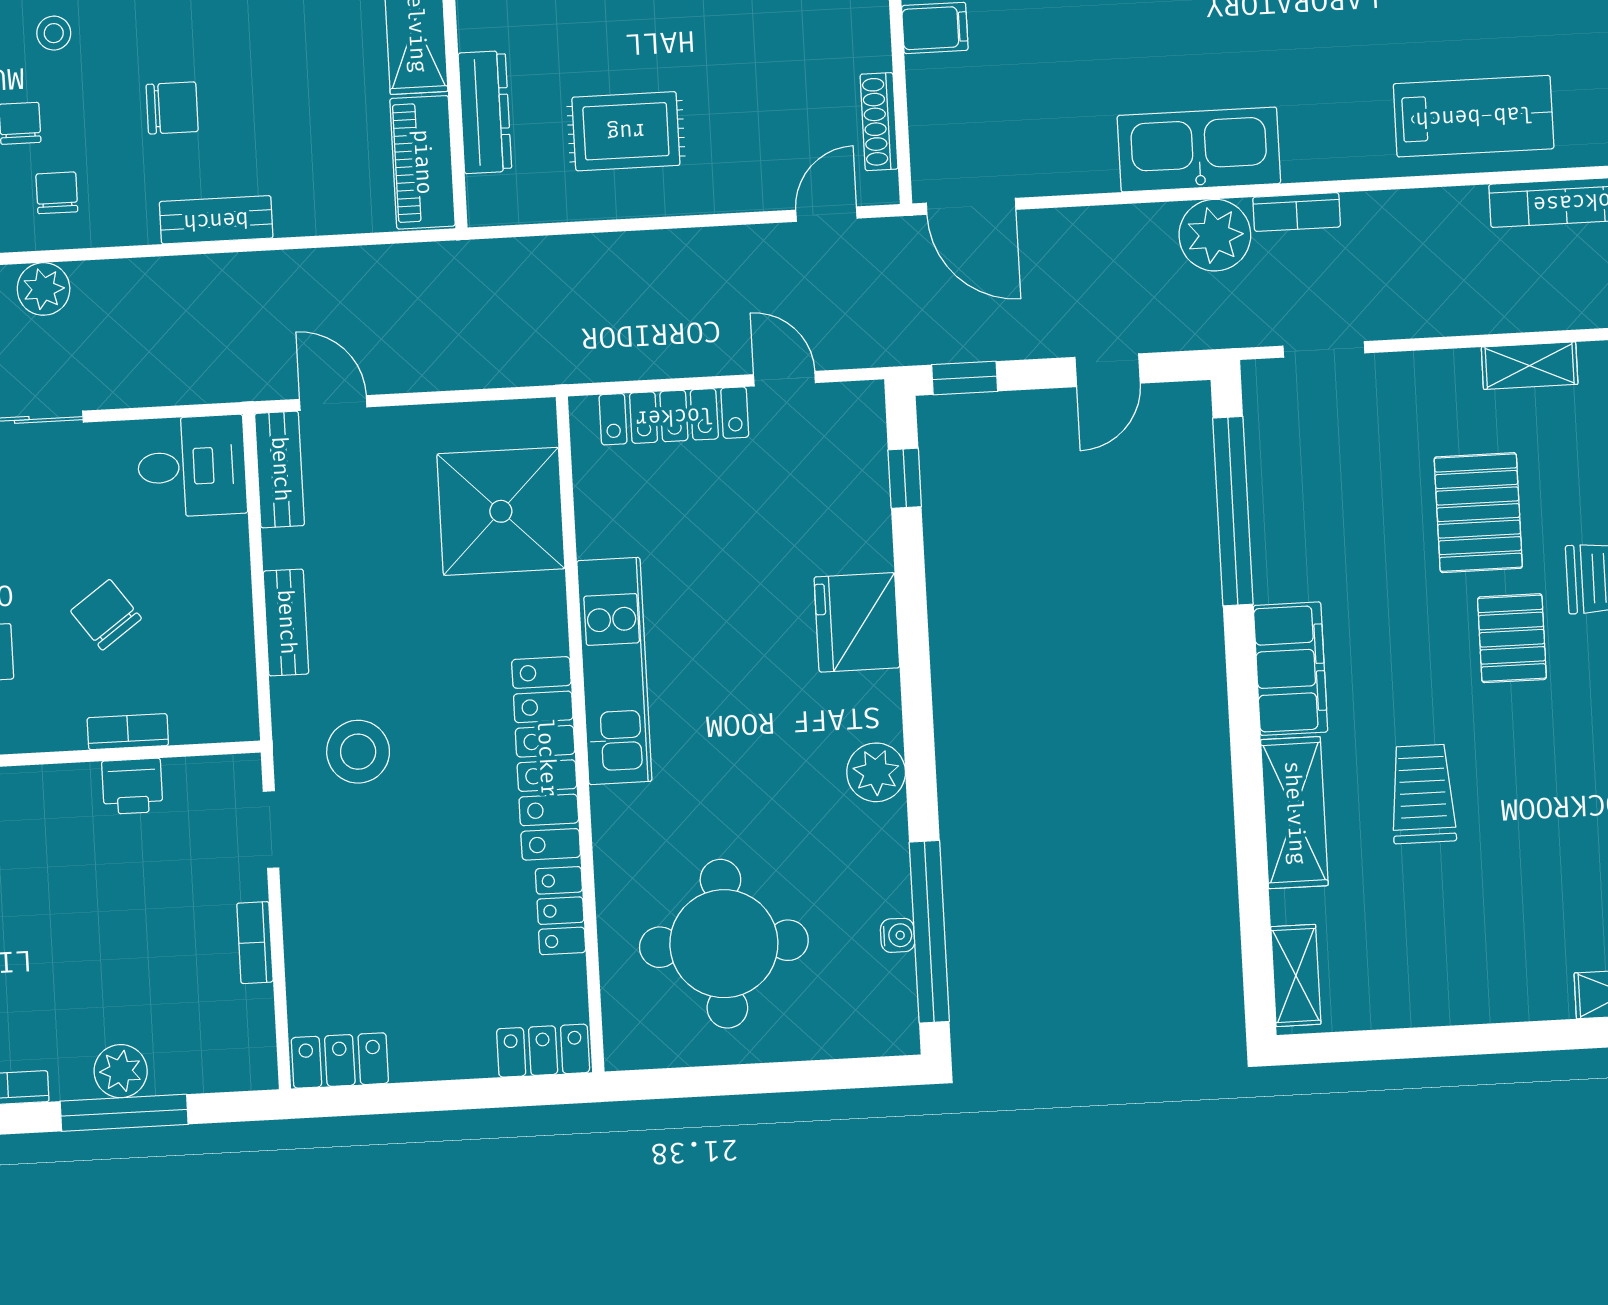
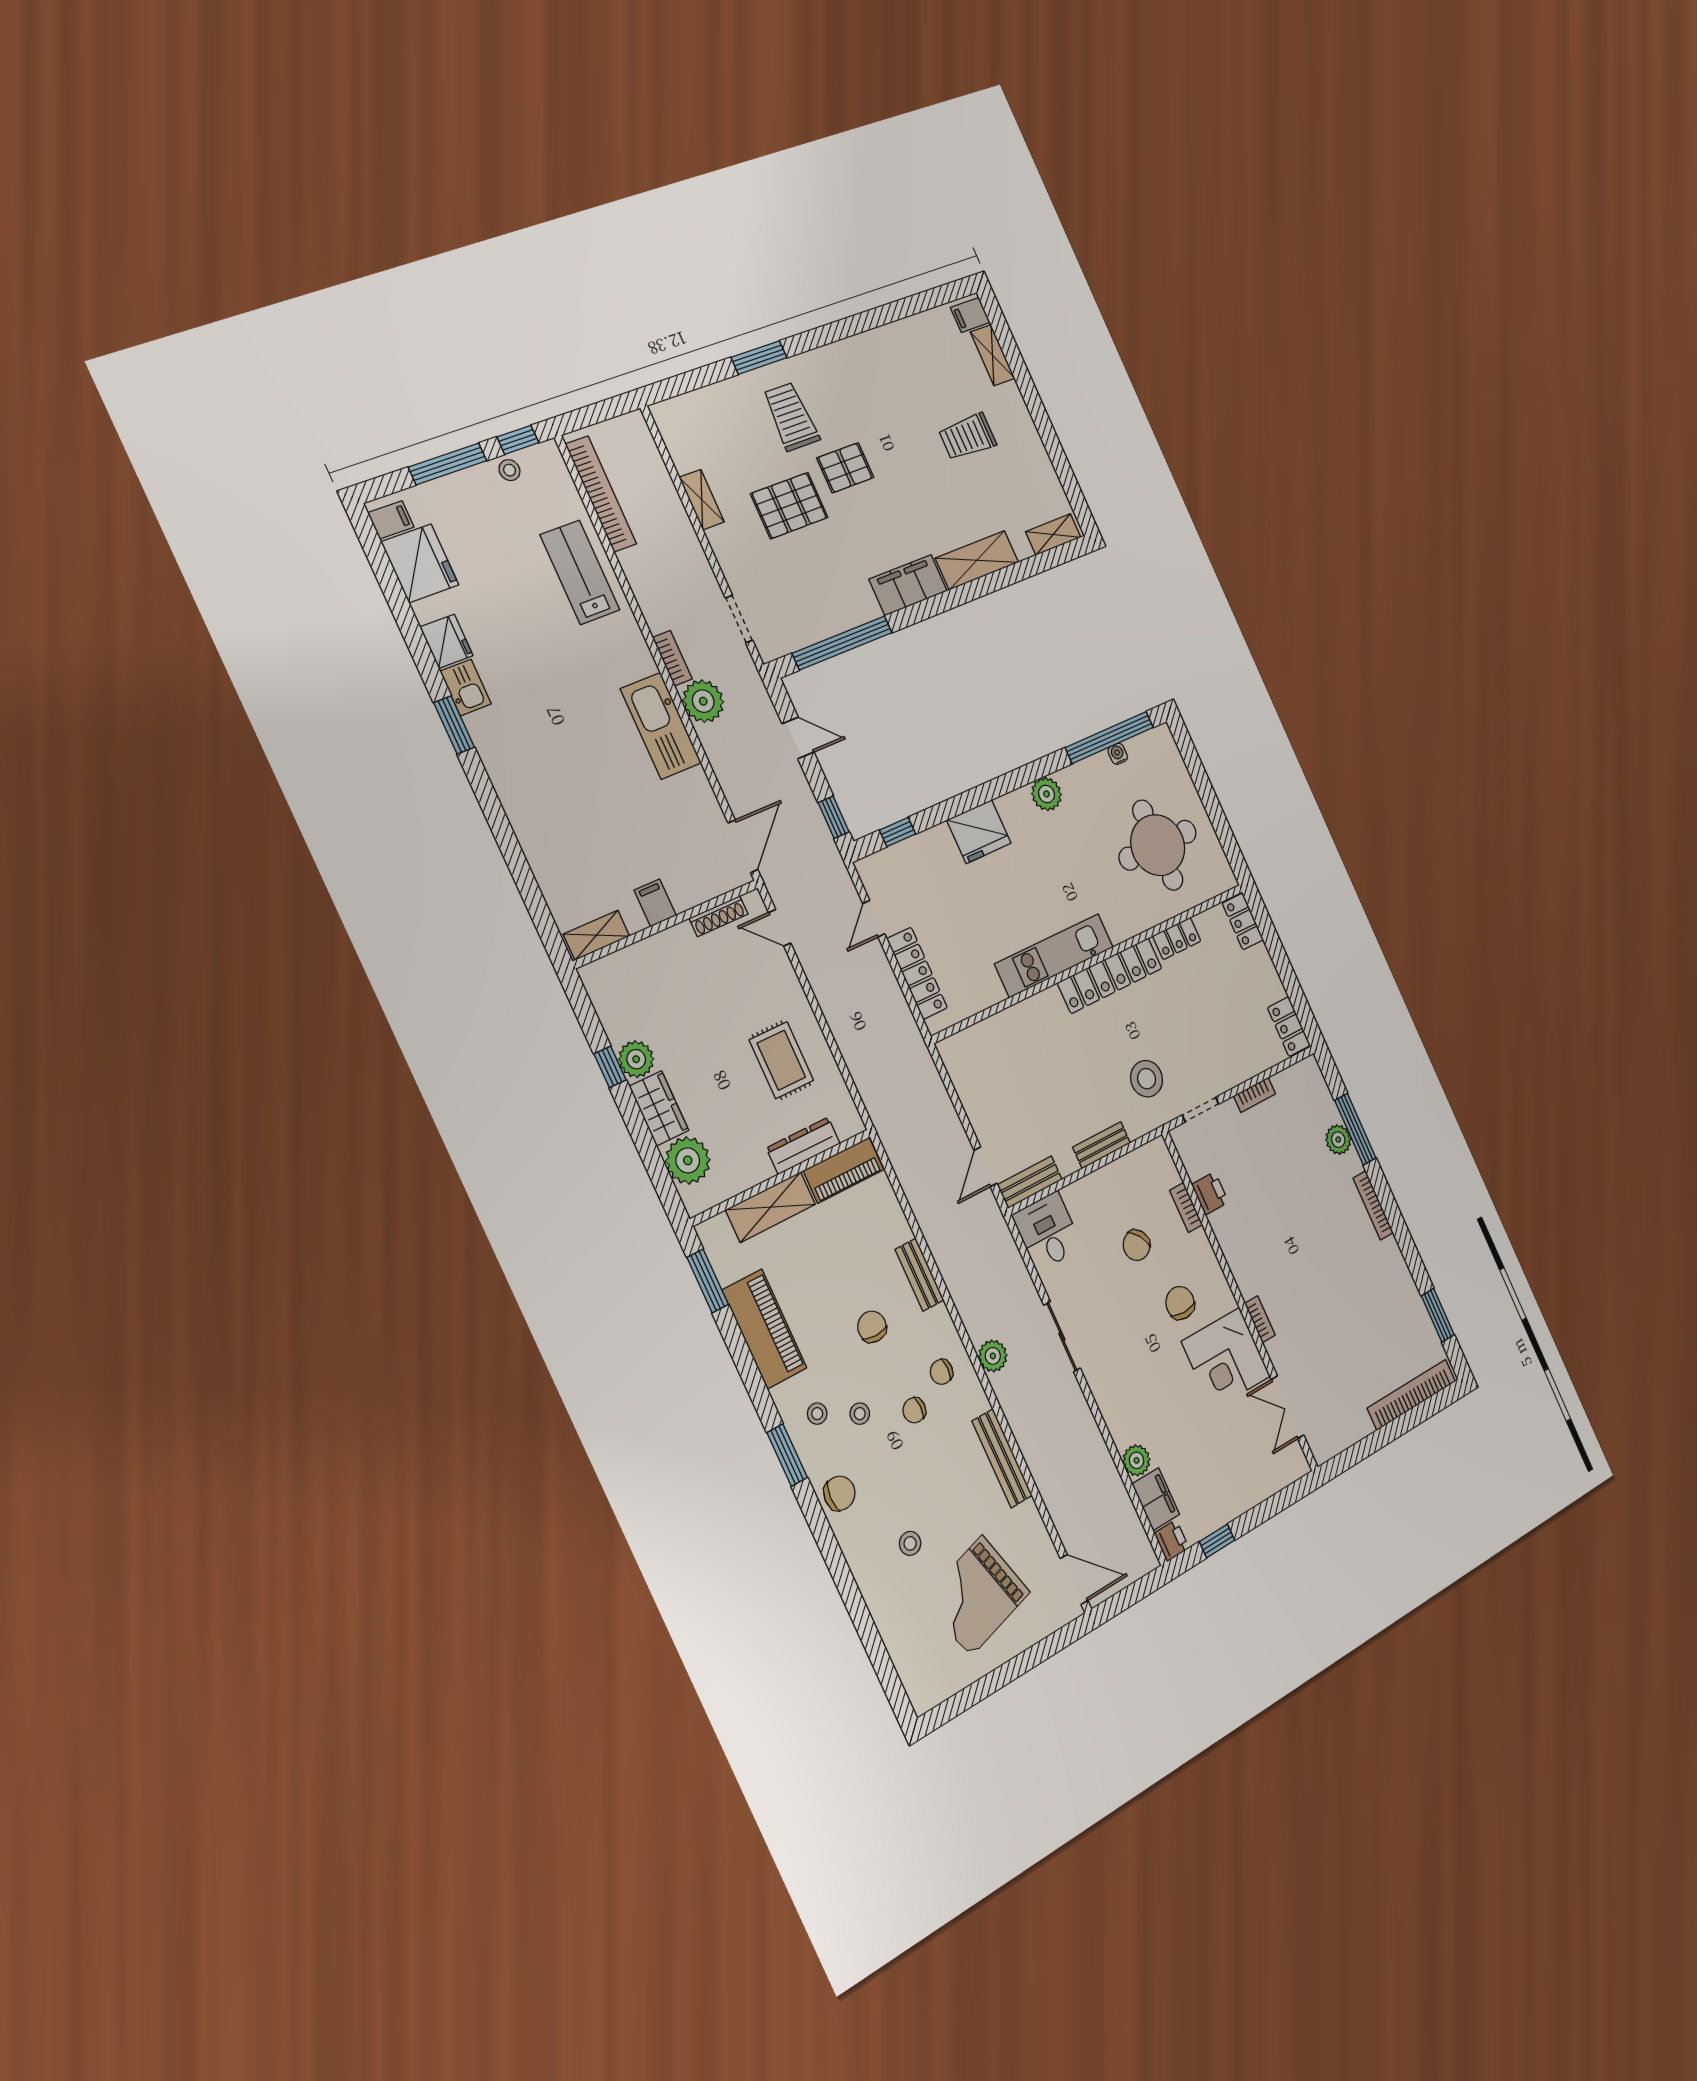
shower: (501, 511) -> (1002, 1050), removed
trolley: (1423, 794) -> (967, 437), moved

